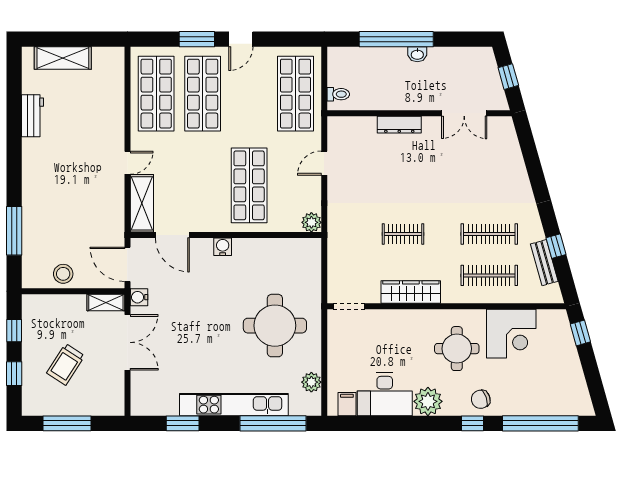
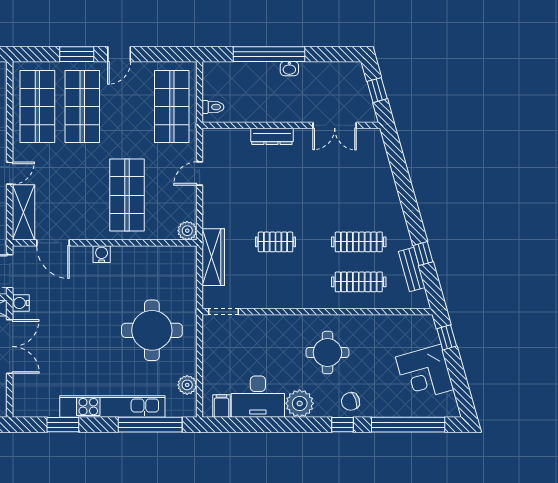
wardrobe: (411, 292) -> (213, 257), moved, turned 90
corner desk: (511, 334) -> (425, 373), moved, turned 74

